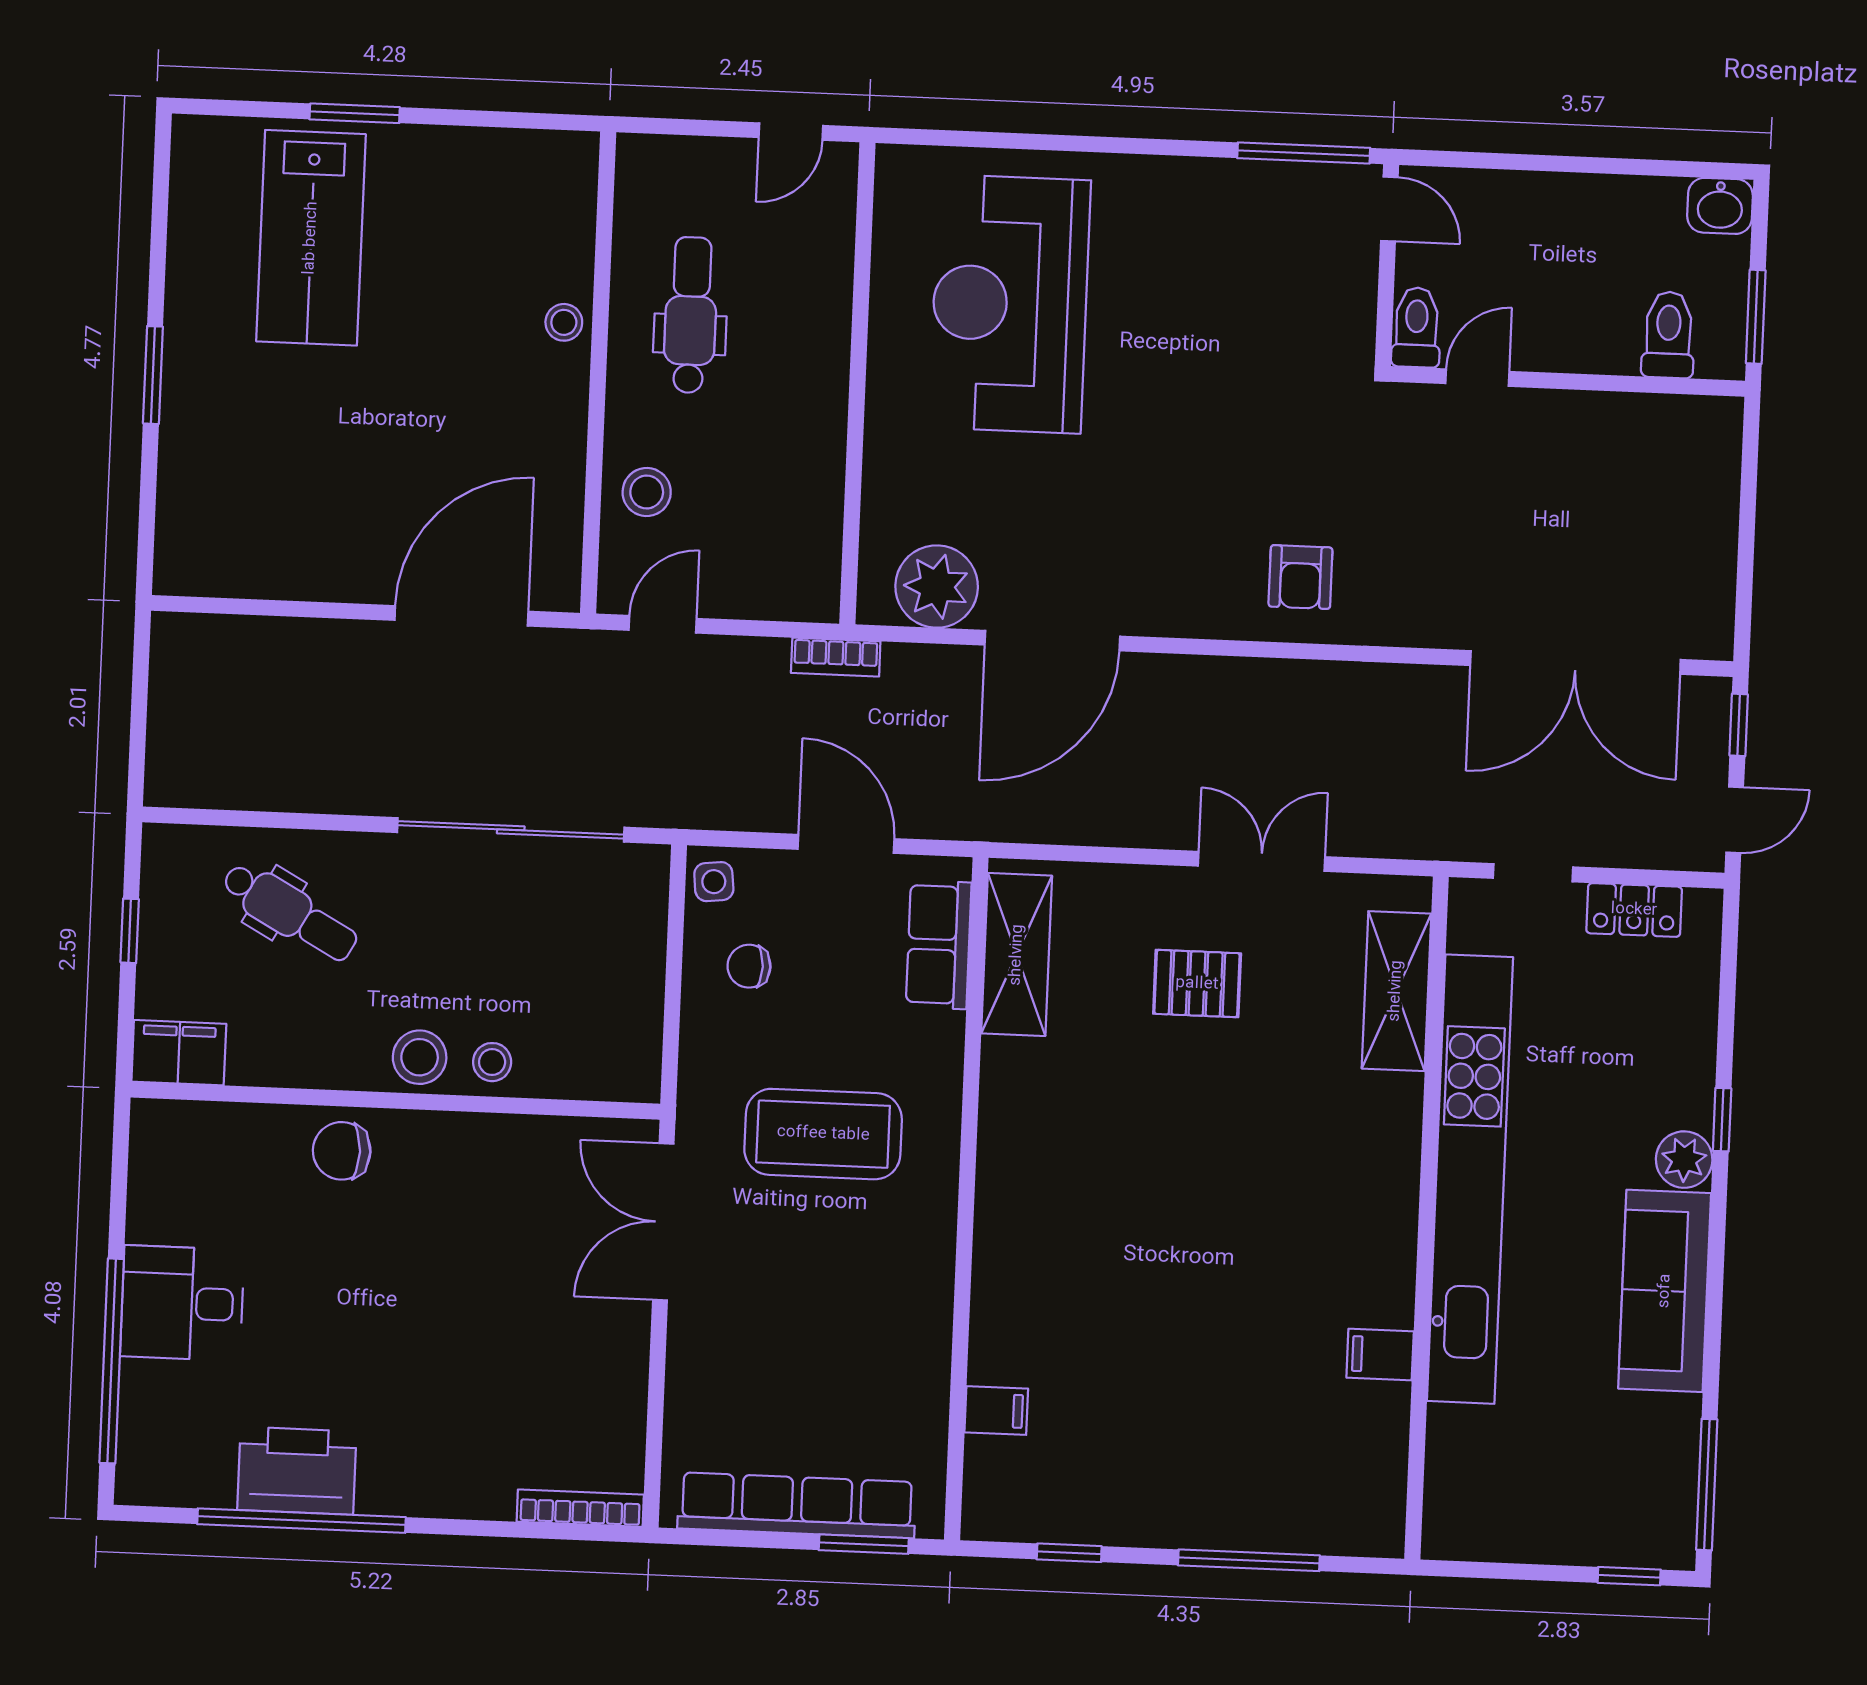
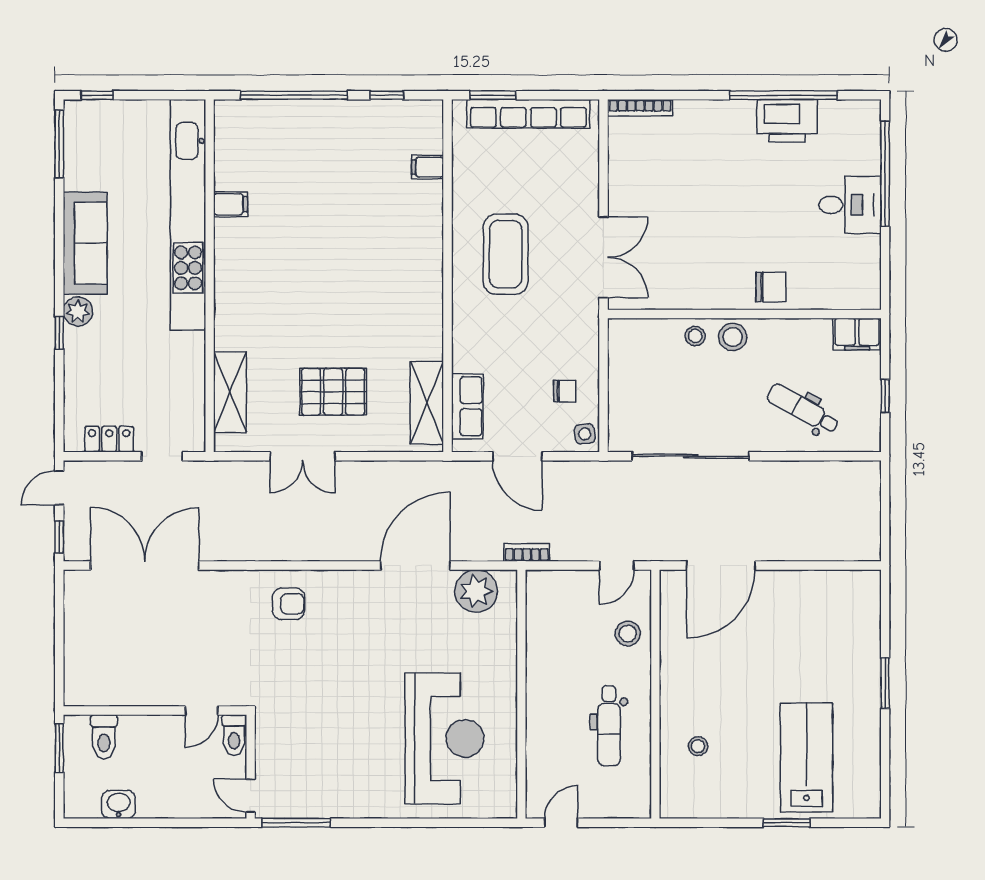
washbasin: (1720, 206) -> (119, 804), moved
stool: (564, 322) -> (698, 746), moved
armchair: (1300, 577) -> (289, 604), turned 90
pallet: (1197, 984) -> (333, 392), width x1.50, depth x1.42
coffee table: (823, 1134) -> (506, 254), moved, turned 90
kitchen unit: (1470, 1179) -> (188, 215), moved
window: (1249, 1560) -> (294, 95), width x1.46

